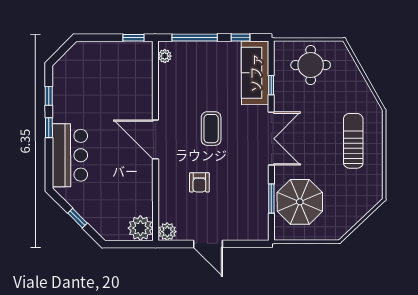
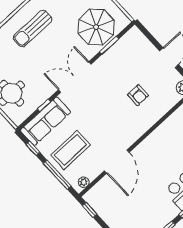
coffee table: (211, 129) -> (71, 150), moved, width x1.36, depth x1.32
door: (155, 139) -> (117, 162), moved
armchair: (199, 182) -> (138, 95), turned 90

